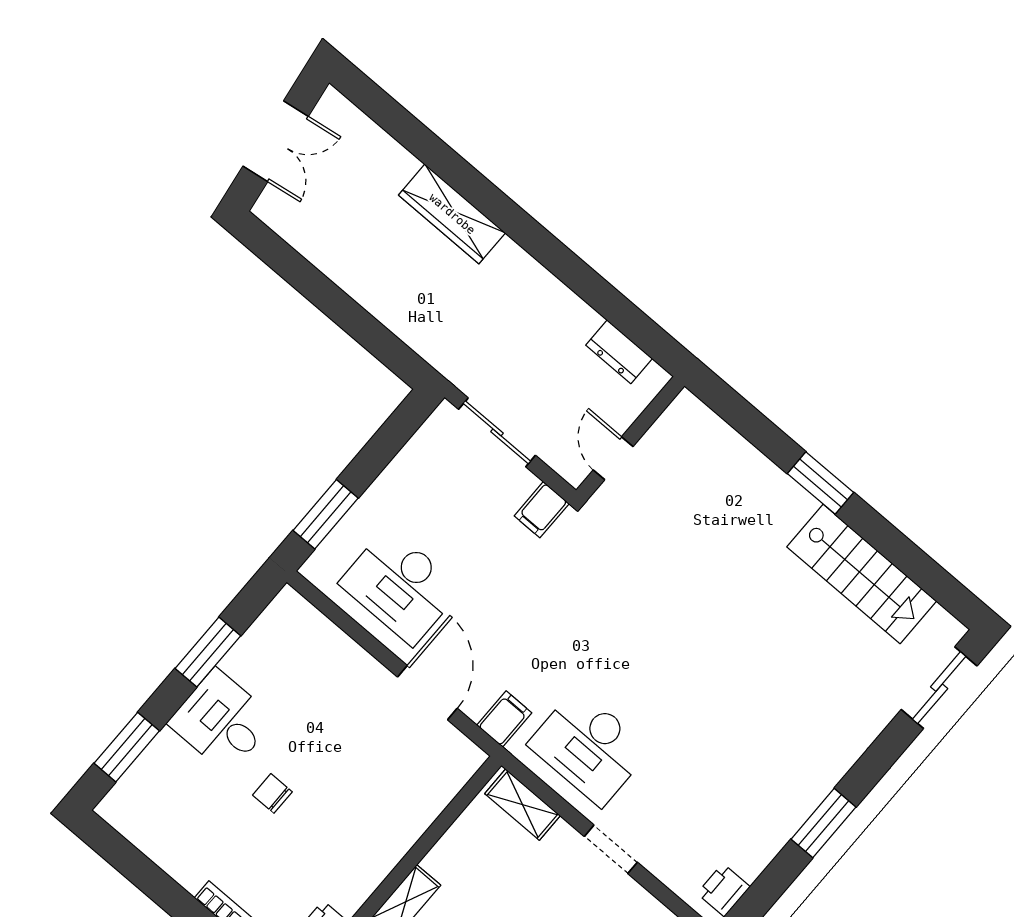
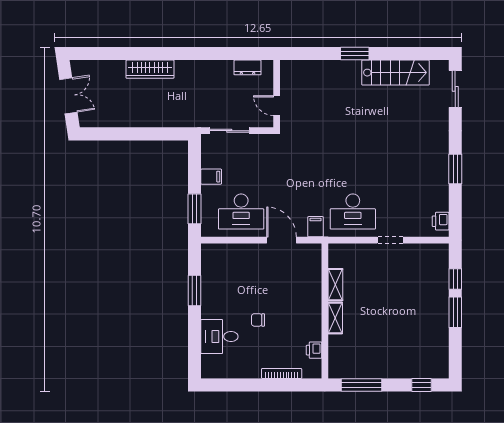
filing cabinet: (542, 510) -> (211, 177), moved, turned -90
desk: (222, 721) -> (219, 337), moved
window: (127, 747) -> (195, 347), removed
shelving: (523, 805) -> (335, 285), moved, turned 90

